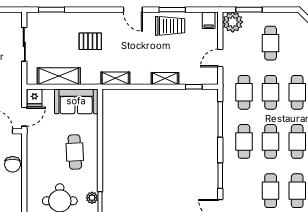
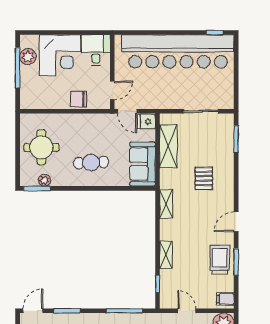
trolley: (170, 26) -> (220, 260), turned 180

